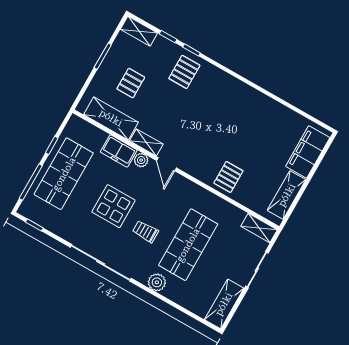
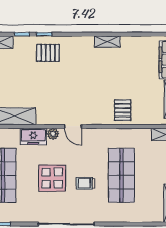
pallet: (184, 72) -> (48, 53), turned 90
pallet: (131, 83) -> (14, 83), removed
shelving: (146, 142) -> (107, 42), moved
plant: (157, 282) -> (114, 215), removed

